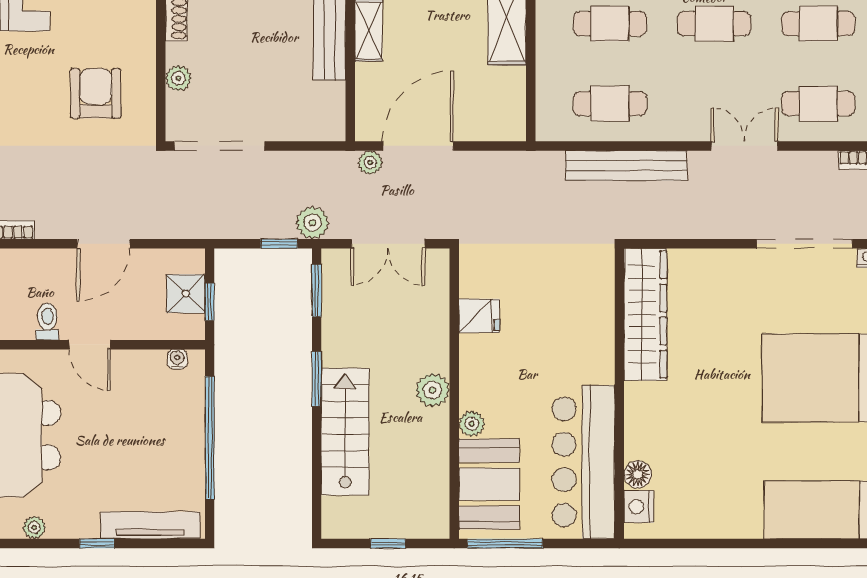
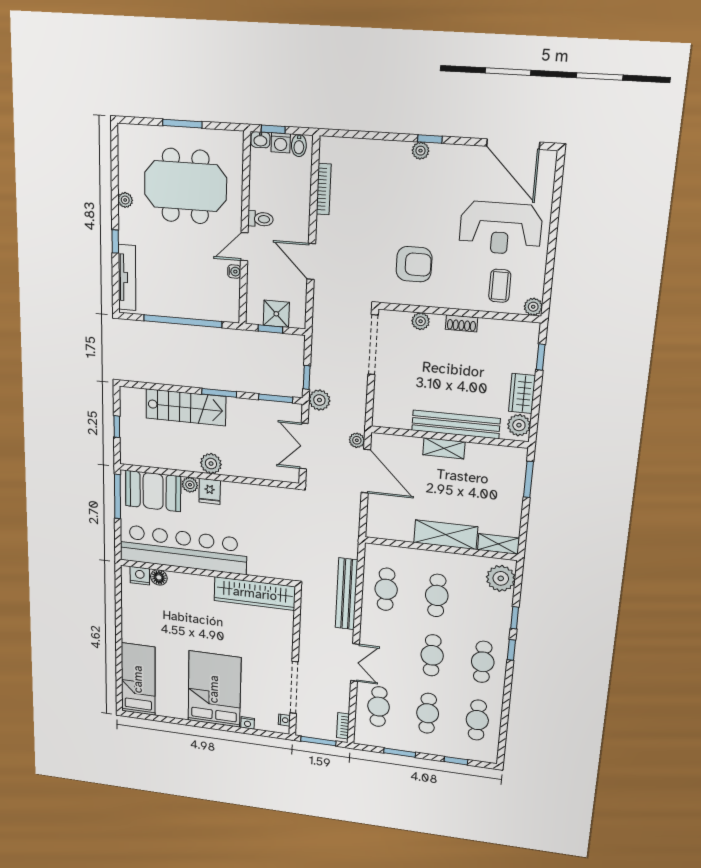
fridge: (479, 316) -> (210, 491), moved
water cooler: (177, 359) -> (234, 271), moved
bar counter: (583, 462) -> (183, 549), width x1.36

